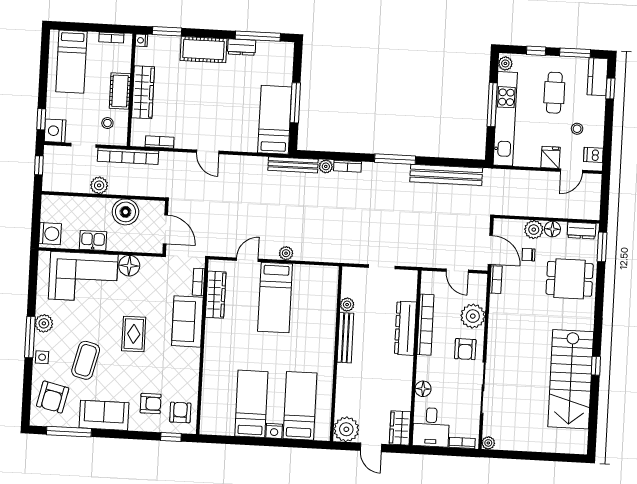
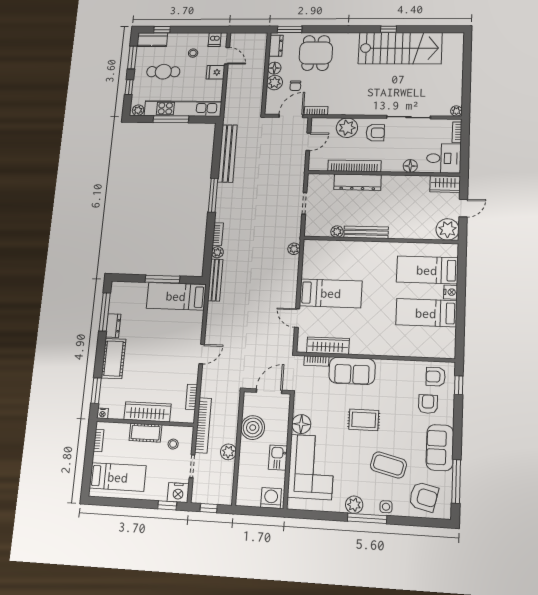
plant: (286, 253) -> (294, 249), moved

